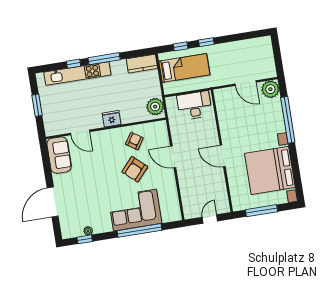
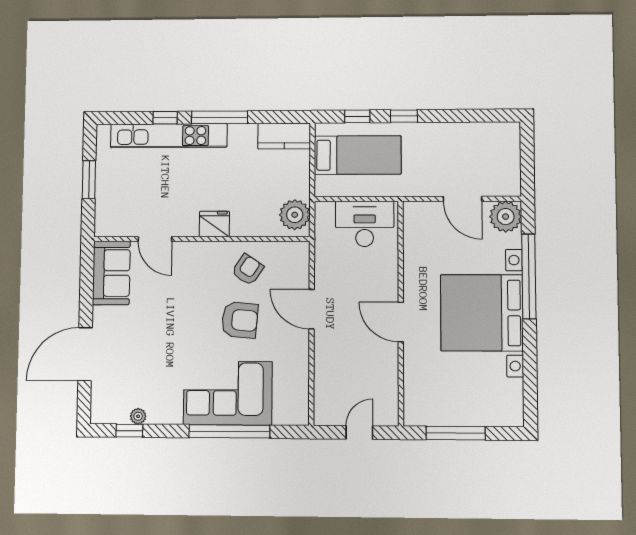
armchair: (135, 169) -> (240, 320), turned -127
bed with nightstands: (270, 170) -> (482, 313), moved

